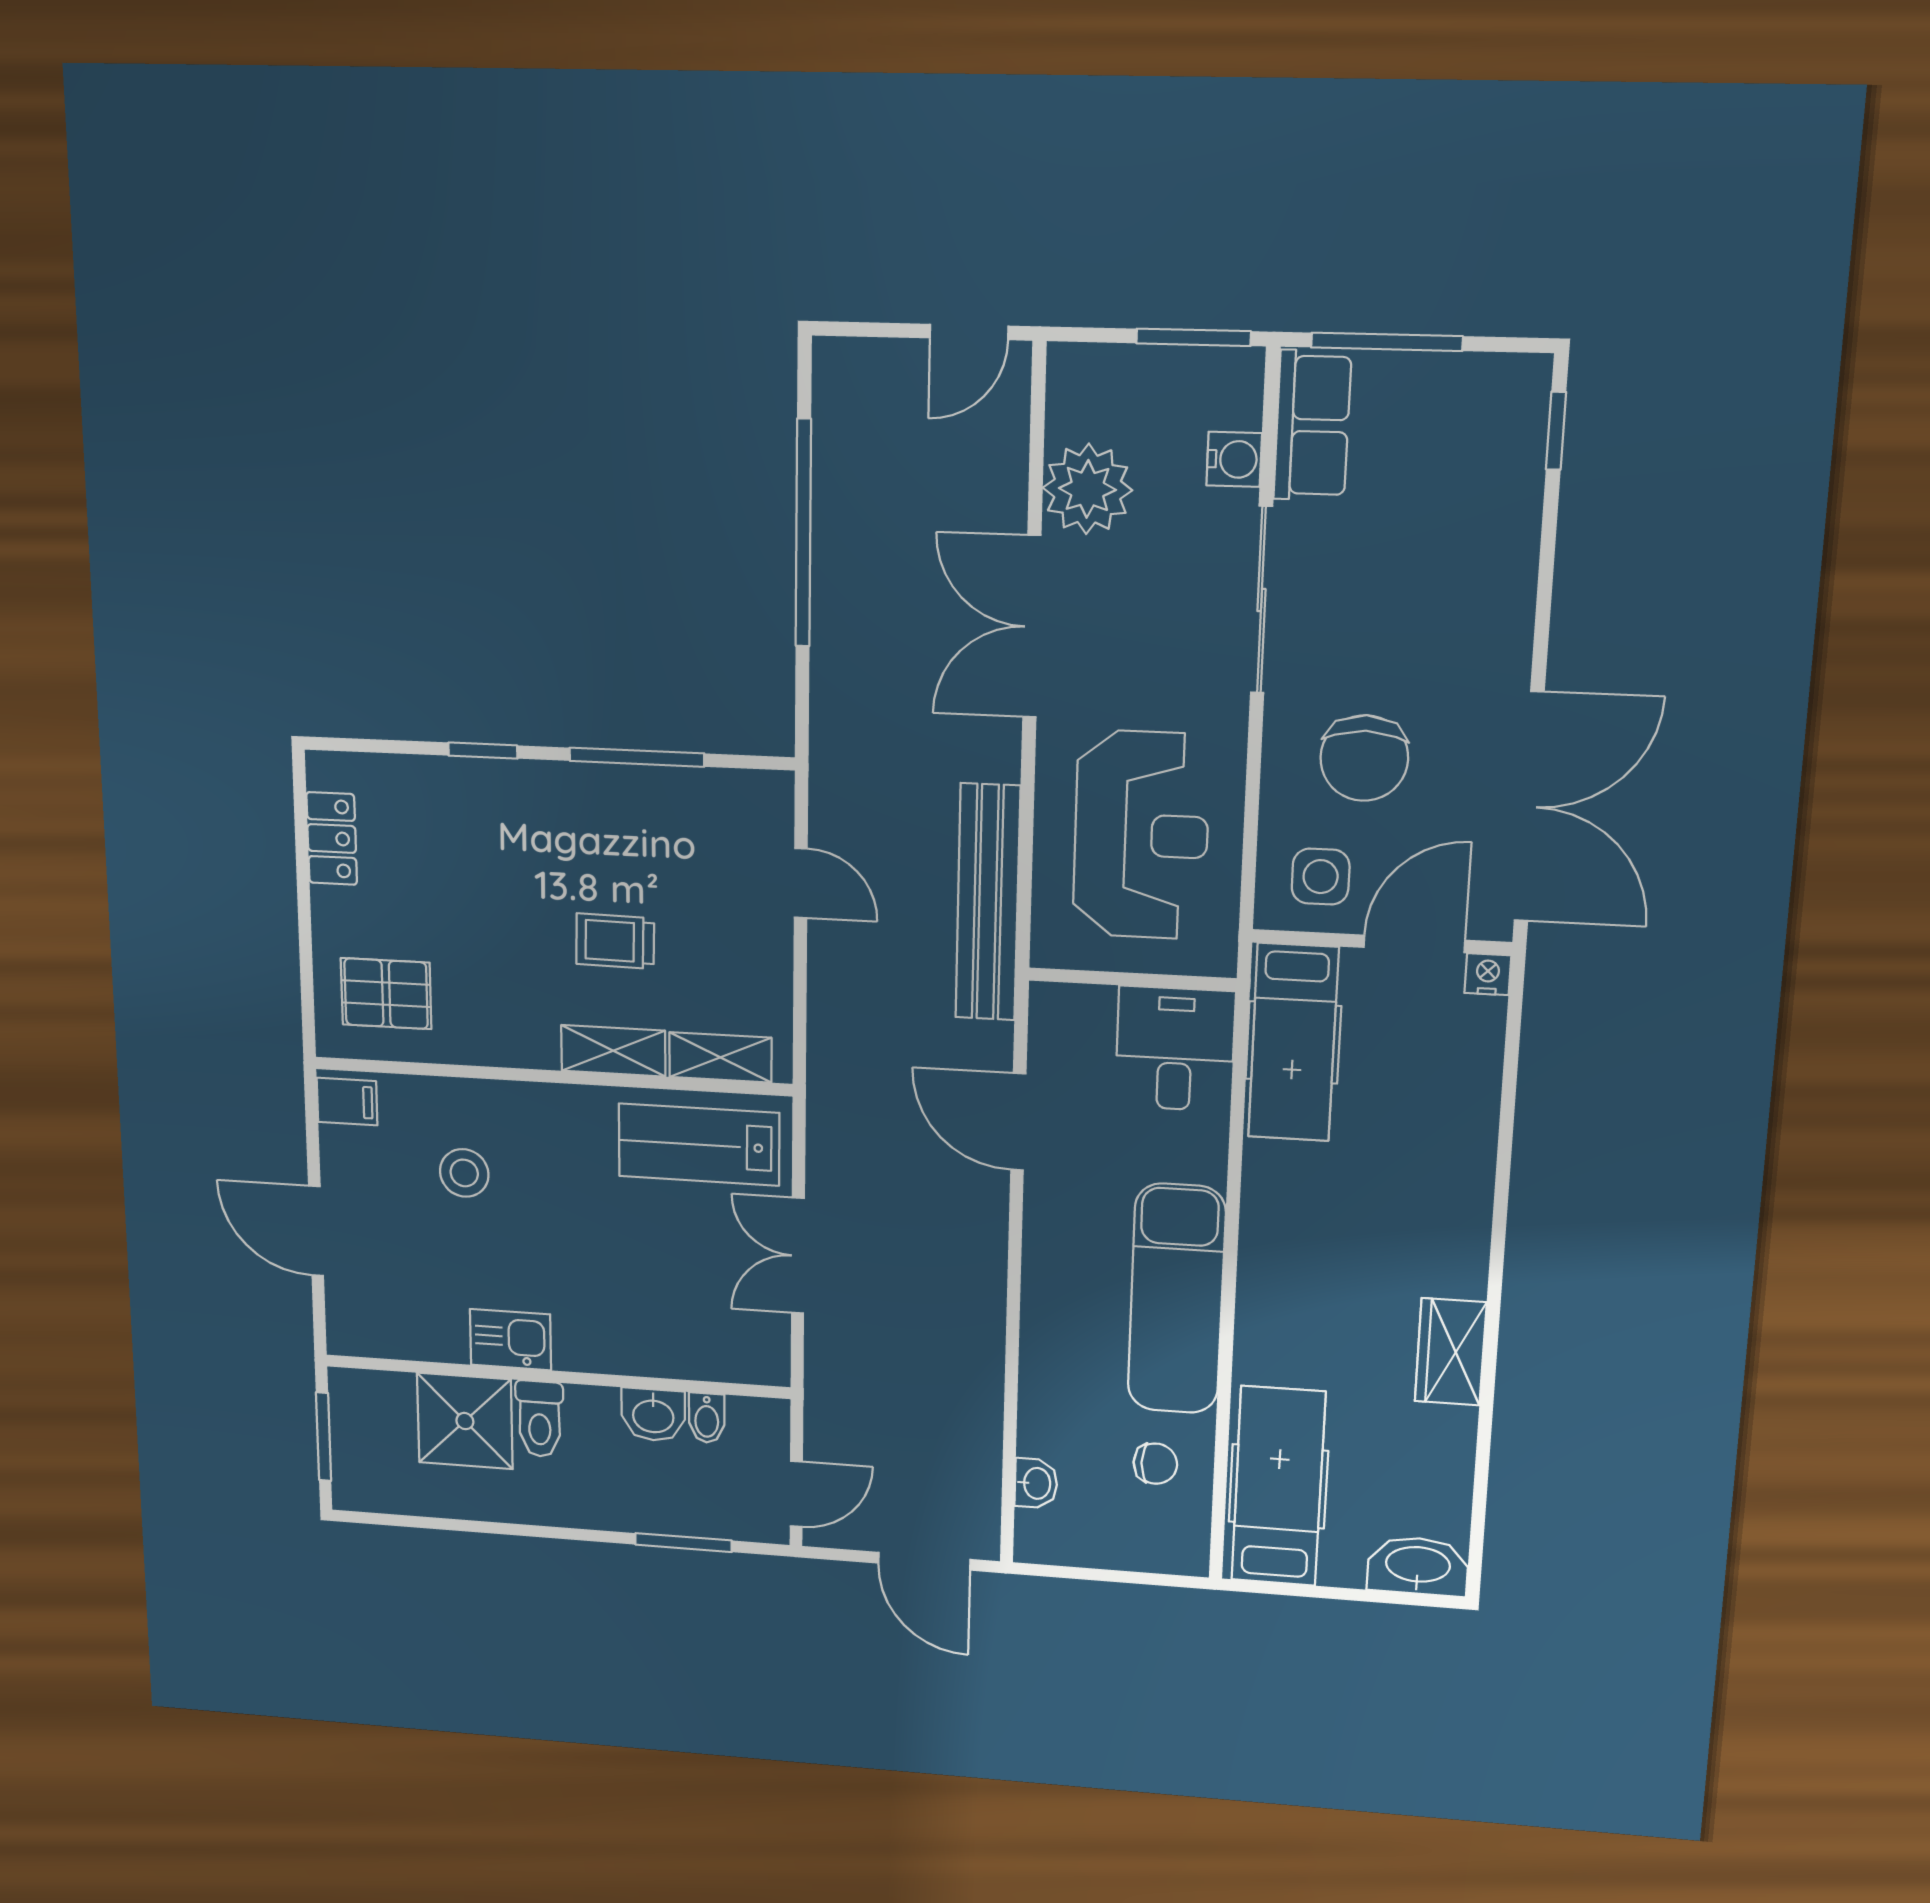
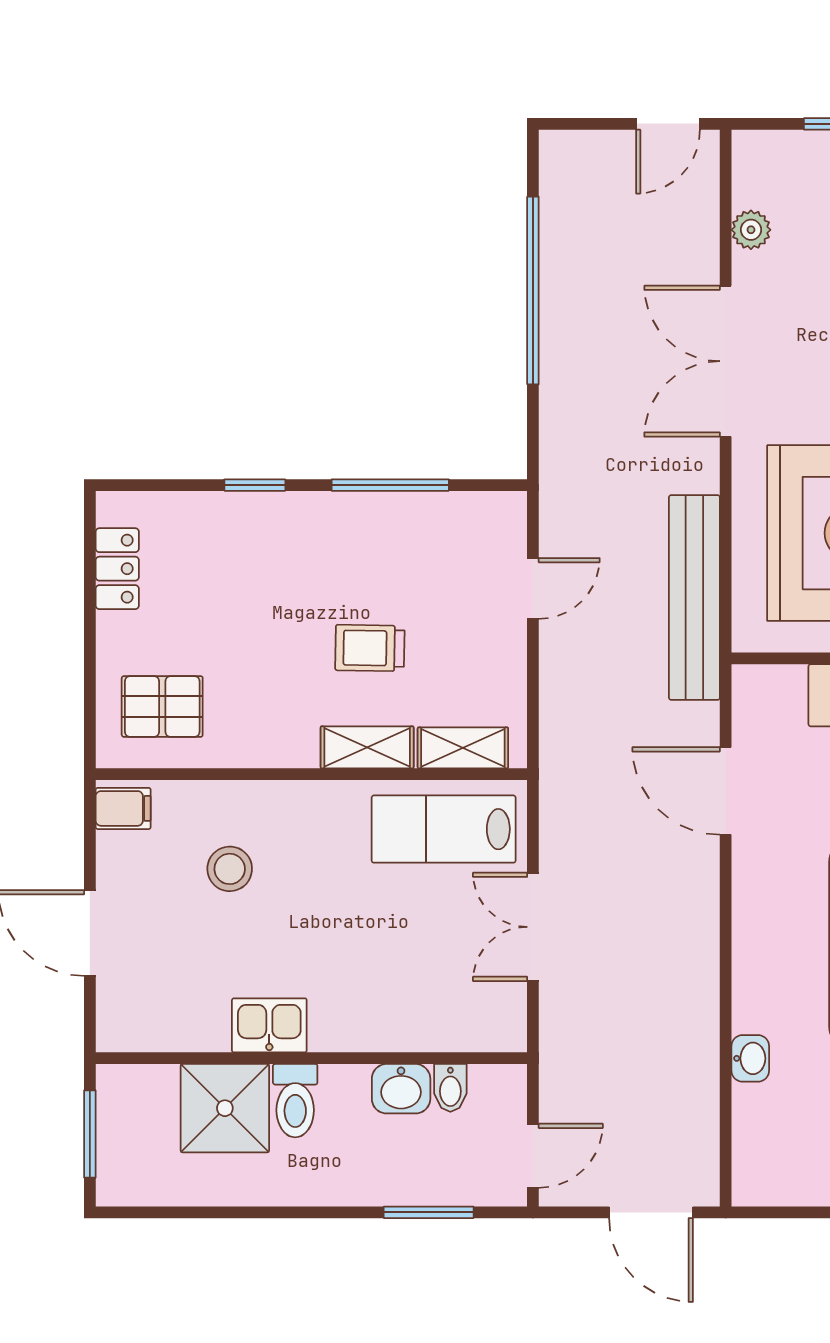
plant: (1087, 489) -> (751, 230), width x0.53, depth x0.53
door: (801, 883) -> (533, 588), hinge flipped
washbasin: (1036, 1483) -> (750, 1058), moved

